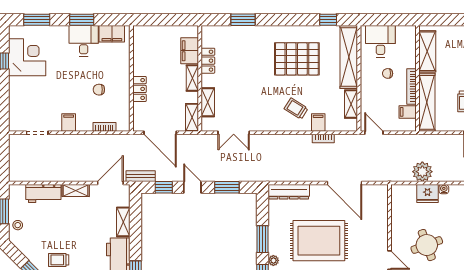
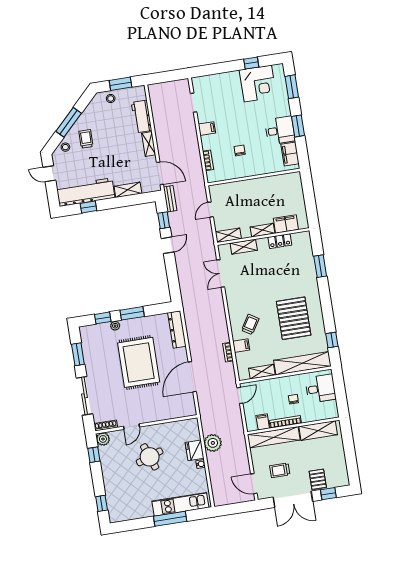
locker: (139, 89) -> (246, 186), removed
door: (160, 133) -> (210, 210), width x0.53
window: (227, 187) -> (172, 275), removed

